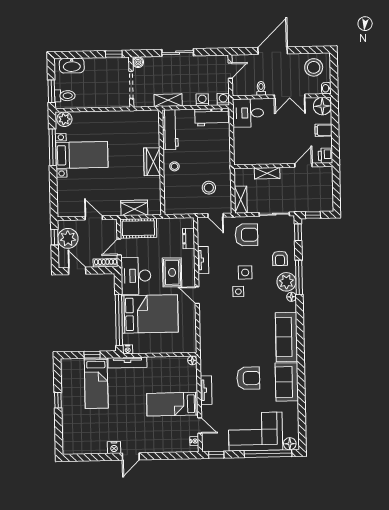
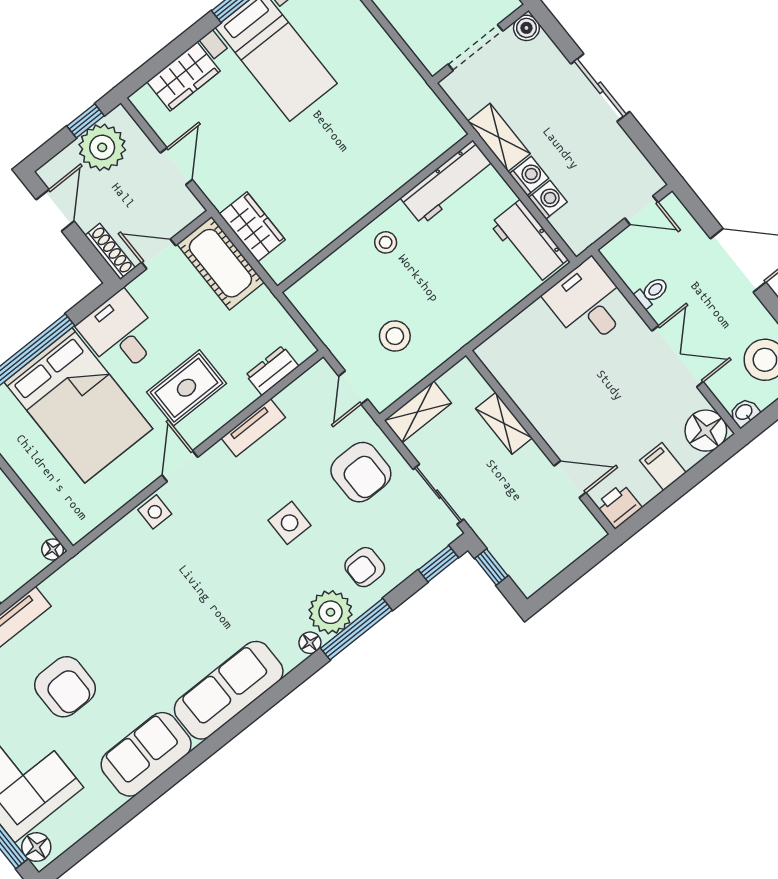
double door: (290, 96) -> (678, 356), swing flipped
washing machine: (223, 99) -> (529, 176), moved
wardrobe: (152, 162) -> (183, 76), moved, turned 180
desk: (136, 276) -> (120, 333), width x0.73
side table: (238, 292) -> (155, 512), moved
armchair: (248, 378) -> (65, 687), moved

